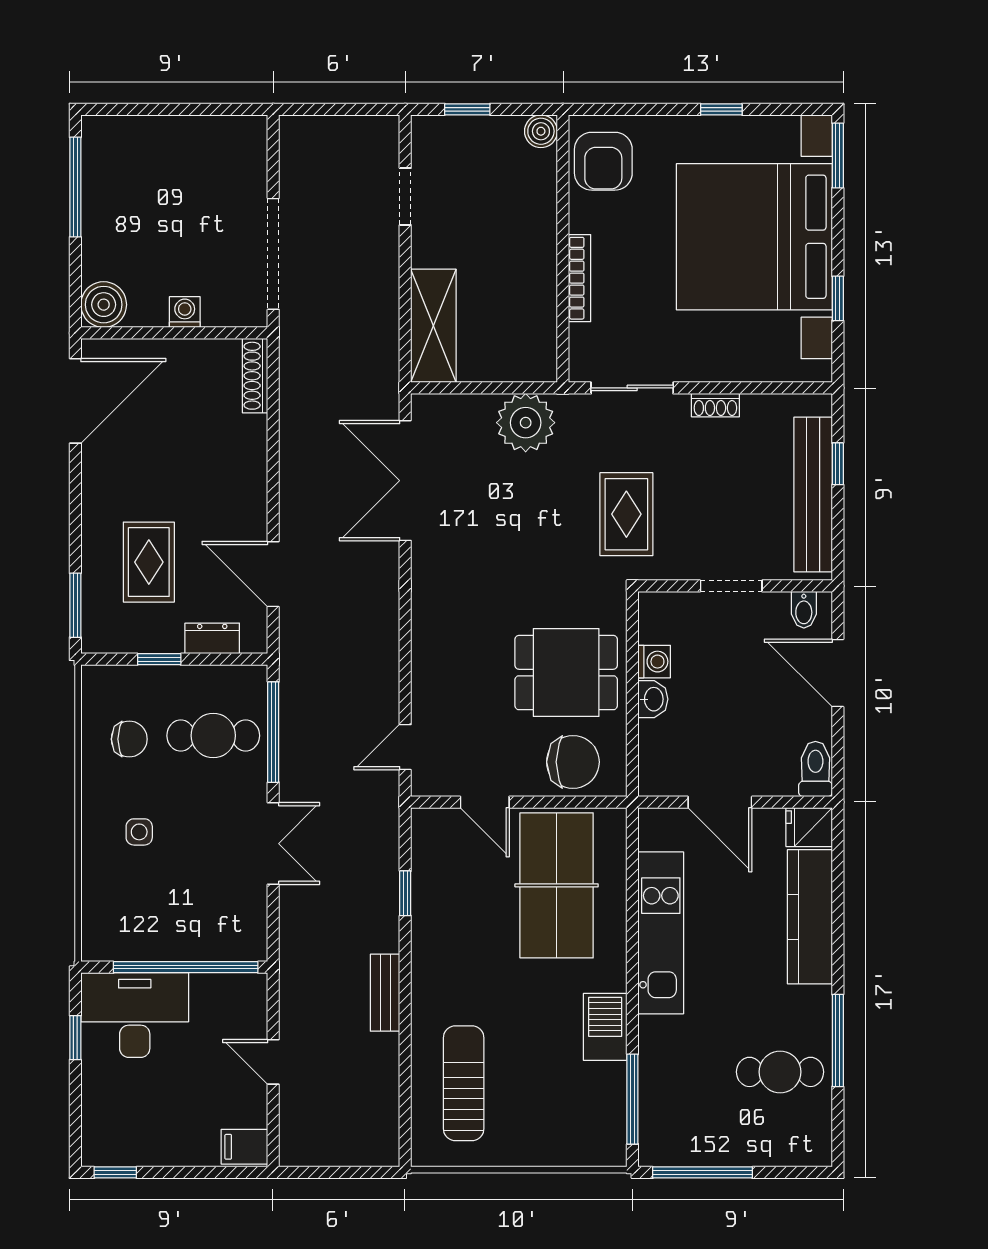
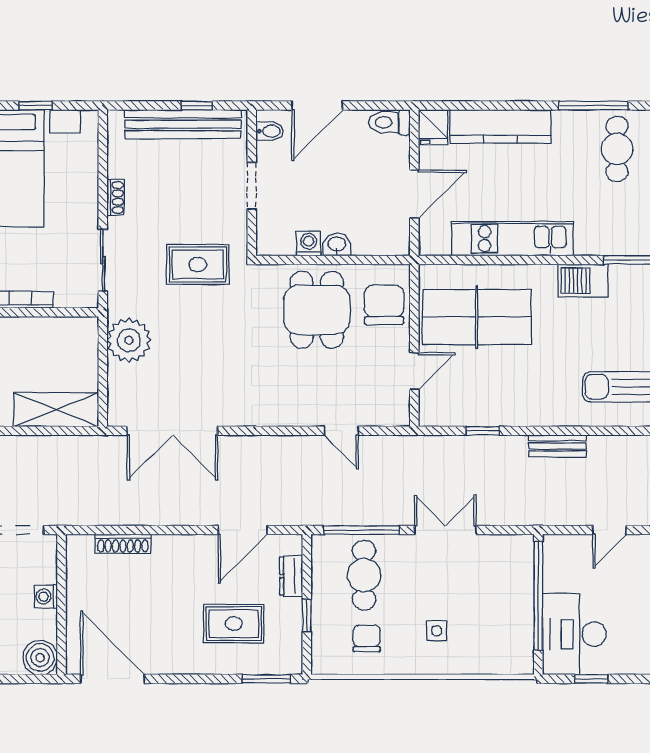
shoe rack: (255, 376) -> (123, 544), moved
window: (838, 464) -> (197, 106), moved
door: (405, 747) -> (341, 431), moved

